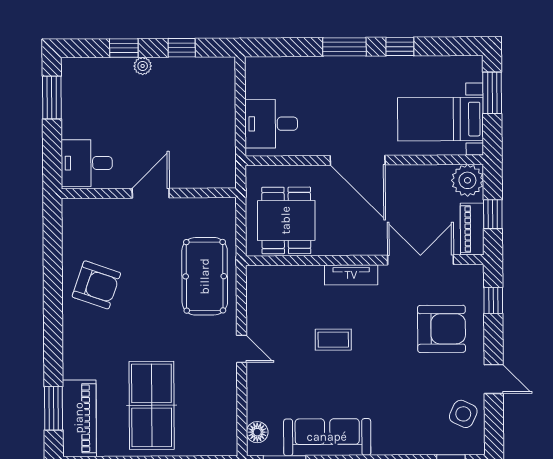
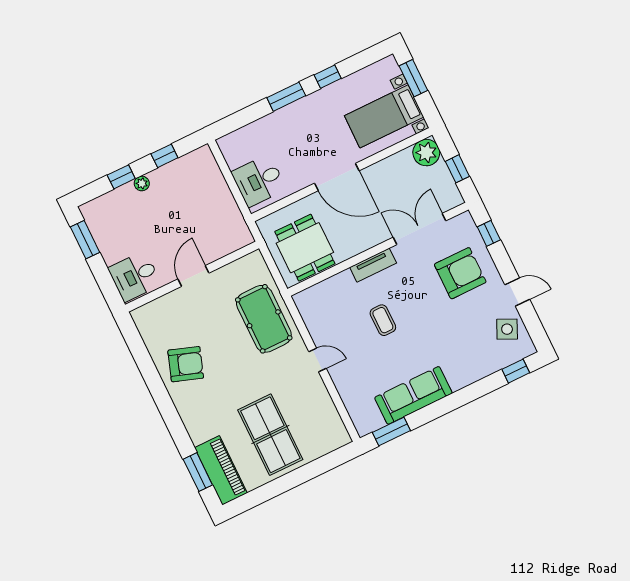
piano: (472, 229) -> (447, 187), removed
coffee table: (333, 340) -> (383, 320), turned 90
floor lamp: (257, 432) -> (359, 417), removed

